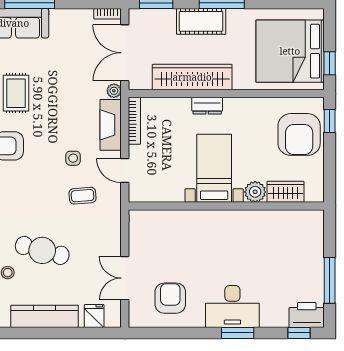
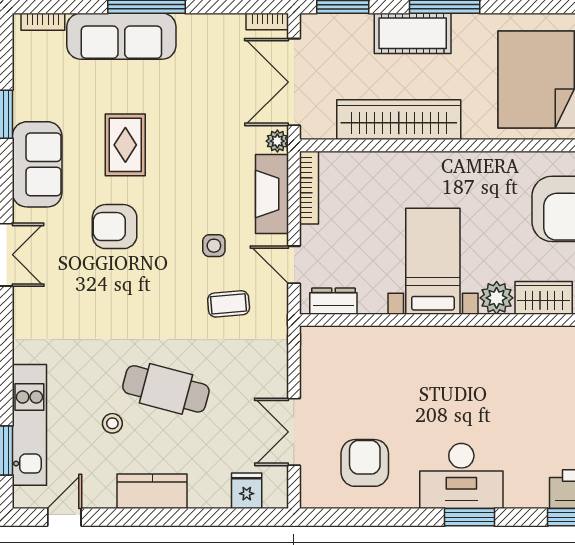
dresser: (207, 106) -> (333, 301), moved, turned 180
kitchen counter: (45, 316) -> (152, 491), width x0.67

